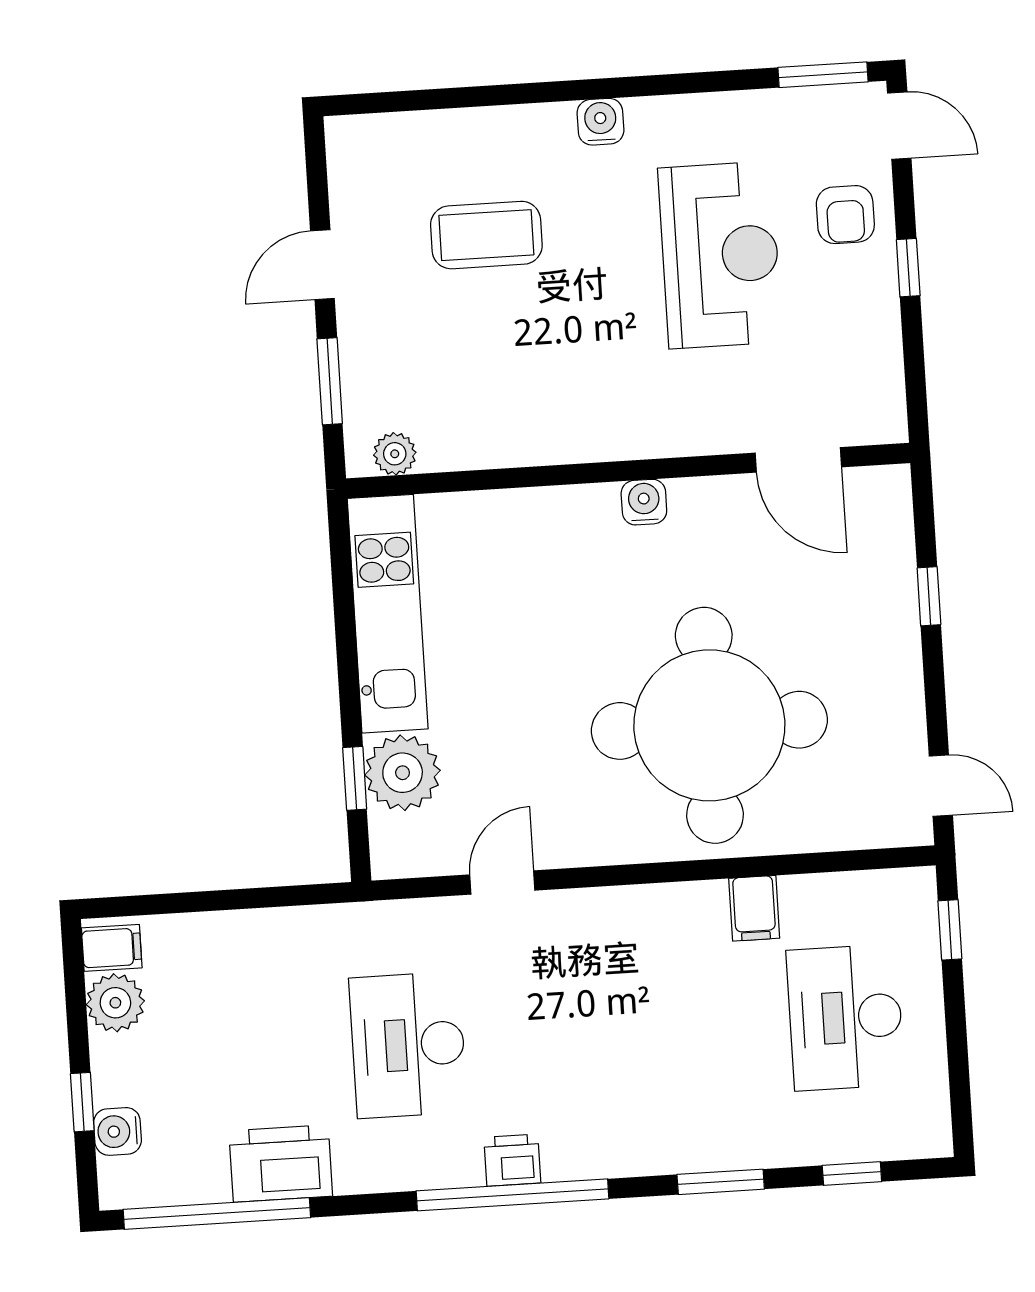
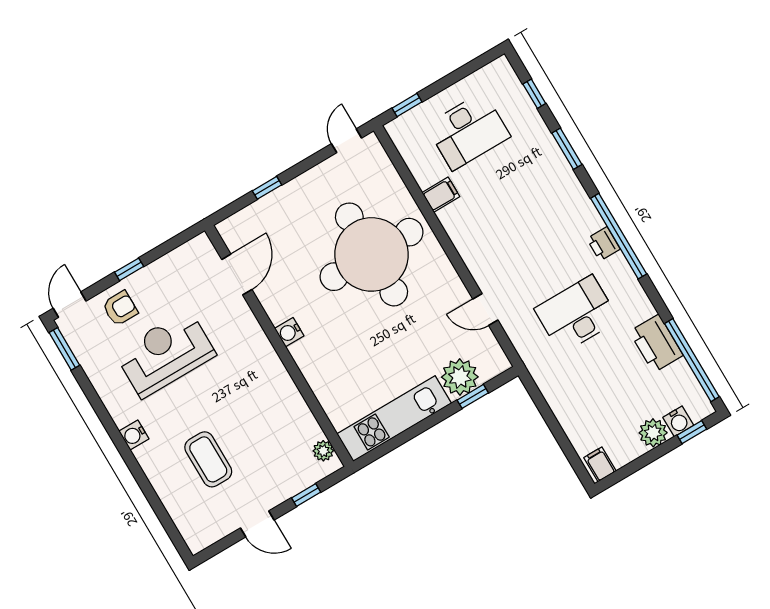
window: (330, 381) -> (306, 495), width x0.67
plant: (115, 1003) -> (653, 433), moved
desk: (408, 1045) -> (577, 314), turned 180
window: (82, 1102) -> (692, 432), moved

